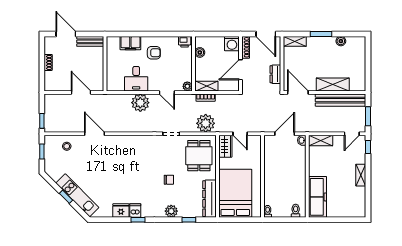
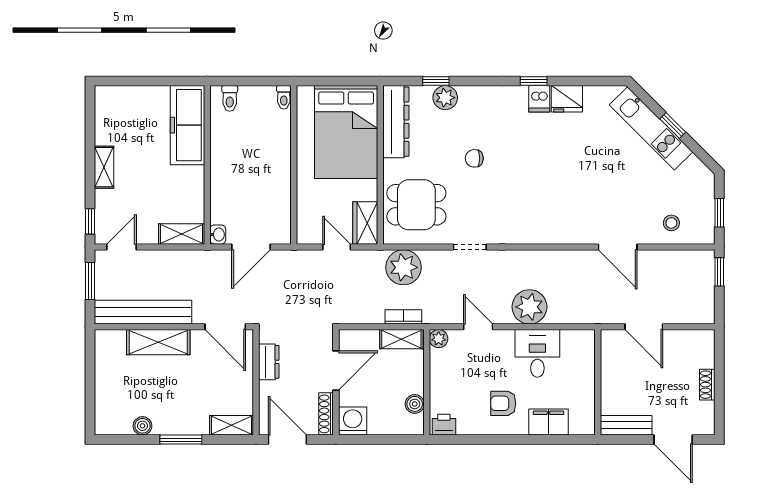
dining table: (199, 156) -> (416, 205), turned 90
plant: (171, 211) -> (445, 98), moved

